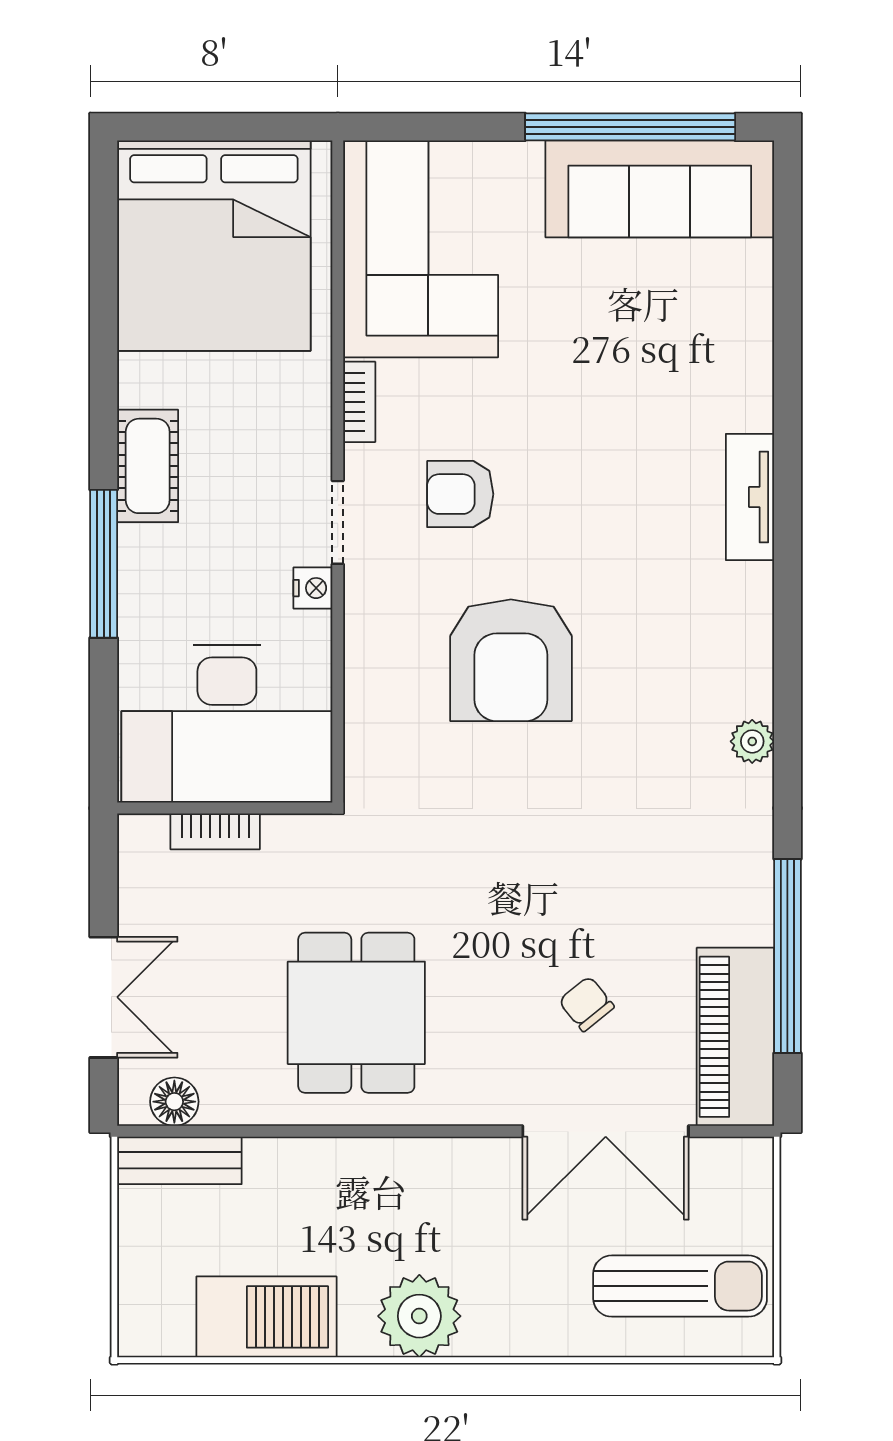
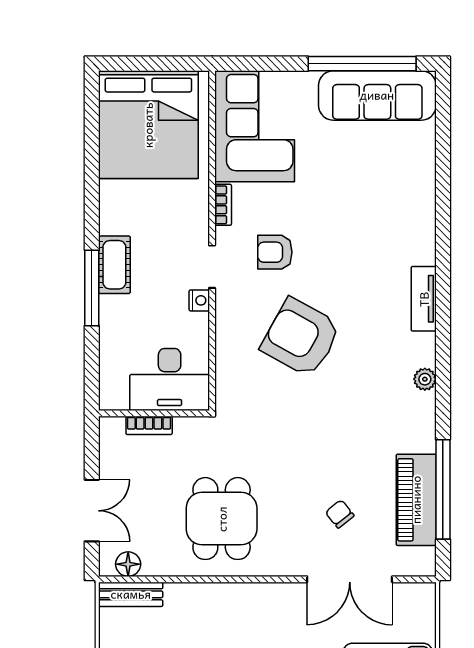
cot: (148, 466) -> (114, 265), moved
tv unit: (750, 497) -> (424, 299), moved
armchair: (511, 660) -> (301, 337), turned 119
desk: (227, 724) -> (170, 379), width x0.73, depth x0.77
piano: (735, 1037) -> (416, 500), moved

